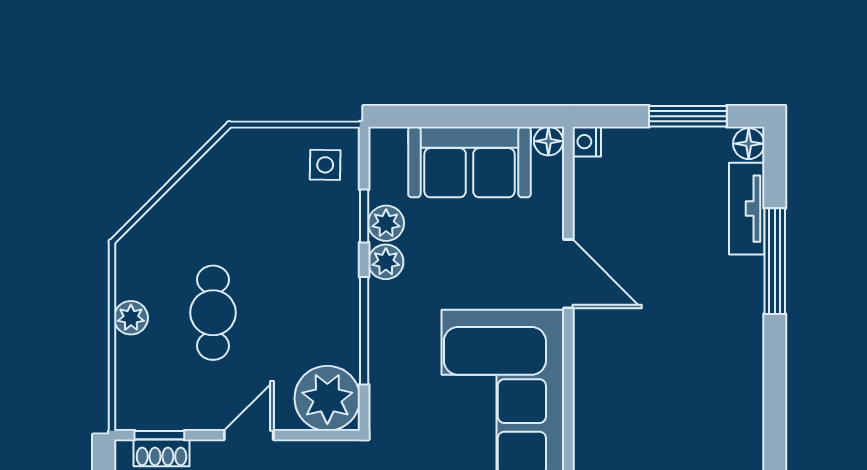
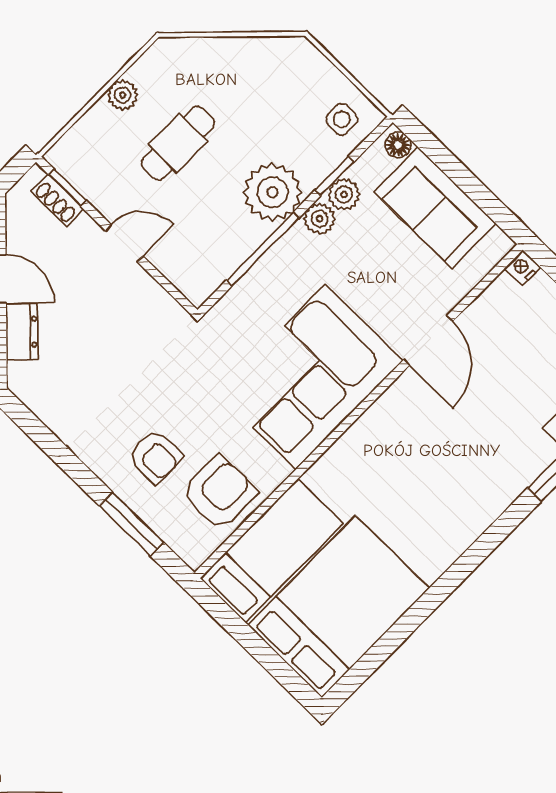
floor lamp: (548, 141) -> (398, 145), moved
plant: (327, 398) -> (273, 192), moved

